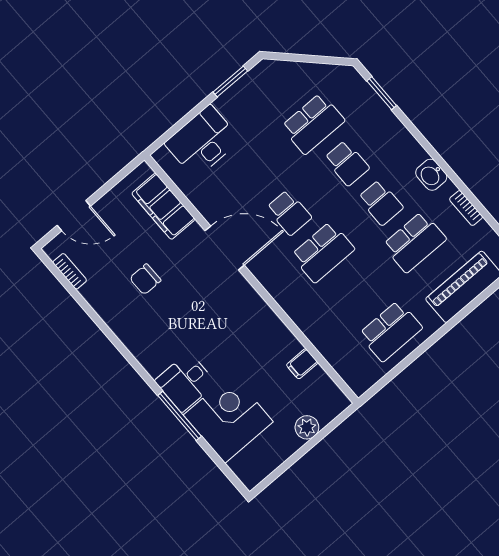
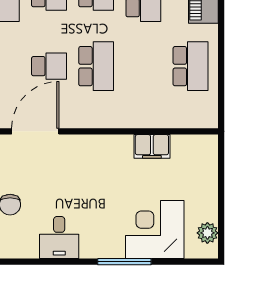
filing cabinet: (302, 364) -> (152, 146), width x2.00
desk: (185, 382) -> (59, 238), moved
plant: (307, 427) -> (207, 233), moved

